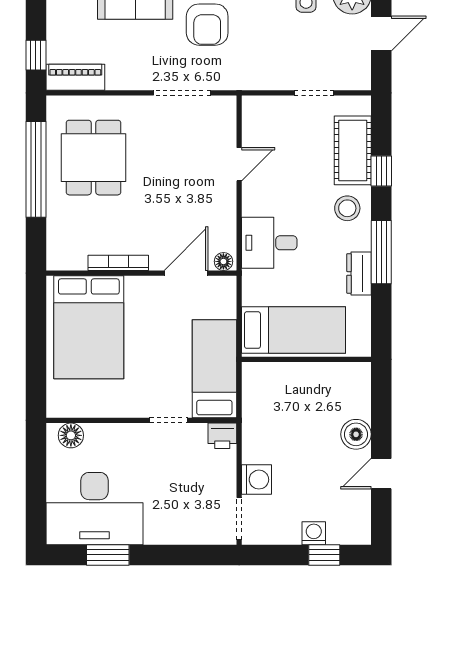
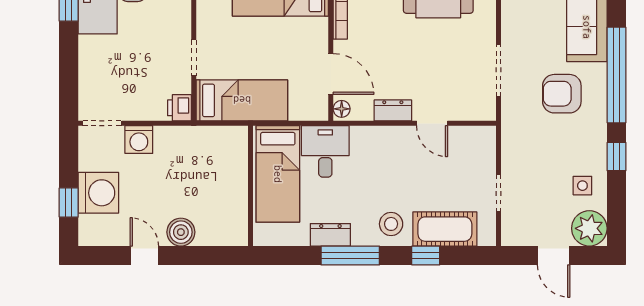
dresser: (225, 206) -> (393, 110), added
desk: (269, 243) -> (325, 151), moved
washing machine: (314, 533) -> (98, 193), width x1.89, depth x1.89

